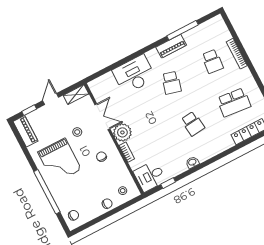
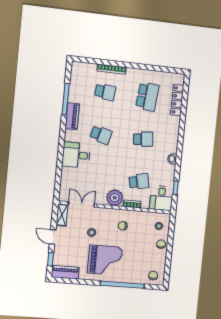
desk: (134, 74) -> (76, 155), width x0.73
double door: (102, 117) -> (82, 204), moved
school desk: (152, 145) -> (139, 181), added

